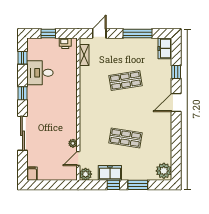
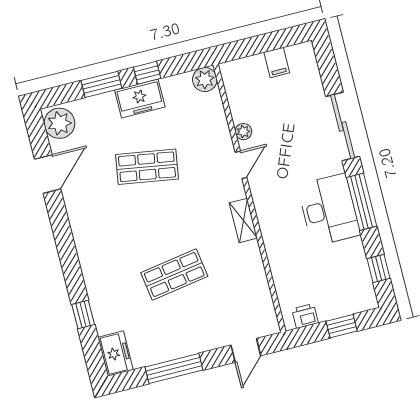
shelving: (84, 55) -> (243, 220), moved
desk: (40, 73) -> (329, 210), moved, width x1.37
window: (22, 93) -> (362, 202), width x2.17
door: (176, 102) -> (48, 174), moved
door: (78, 158) -> (241, 165), moved
freezer: (110, 173) -> (140, 98), moved
filing cabinet: (32, 174) -> (277, 62), moved

